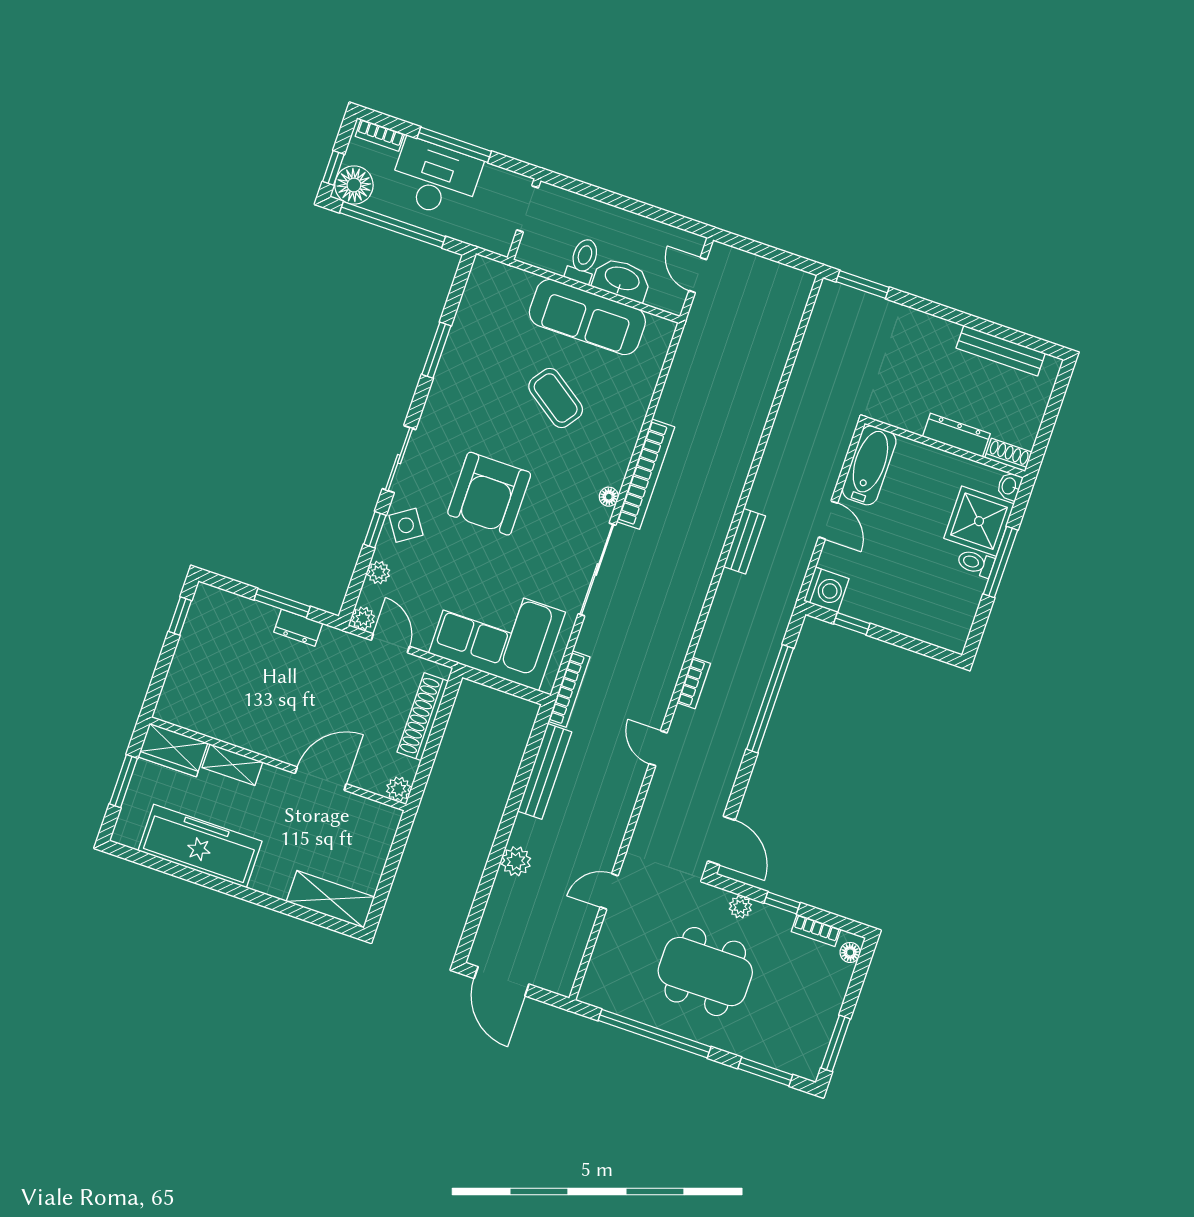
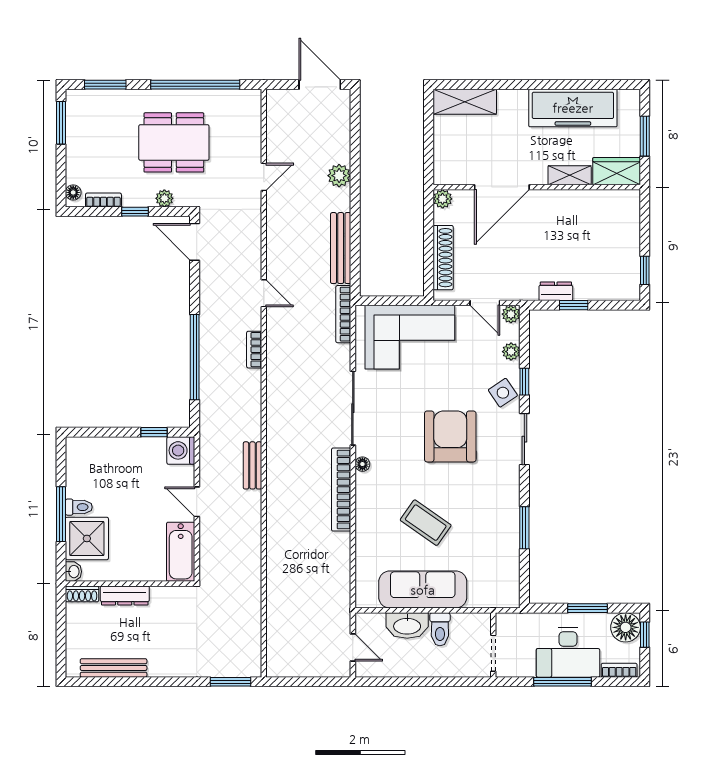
window: (393, 225) -> (588, 608), width x0.47
window: (282, 603) -> (574, 305), width x0.67
door: (321, 779) -> (502, 187), width x1.36

